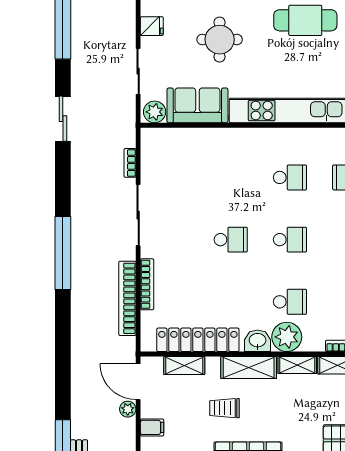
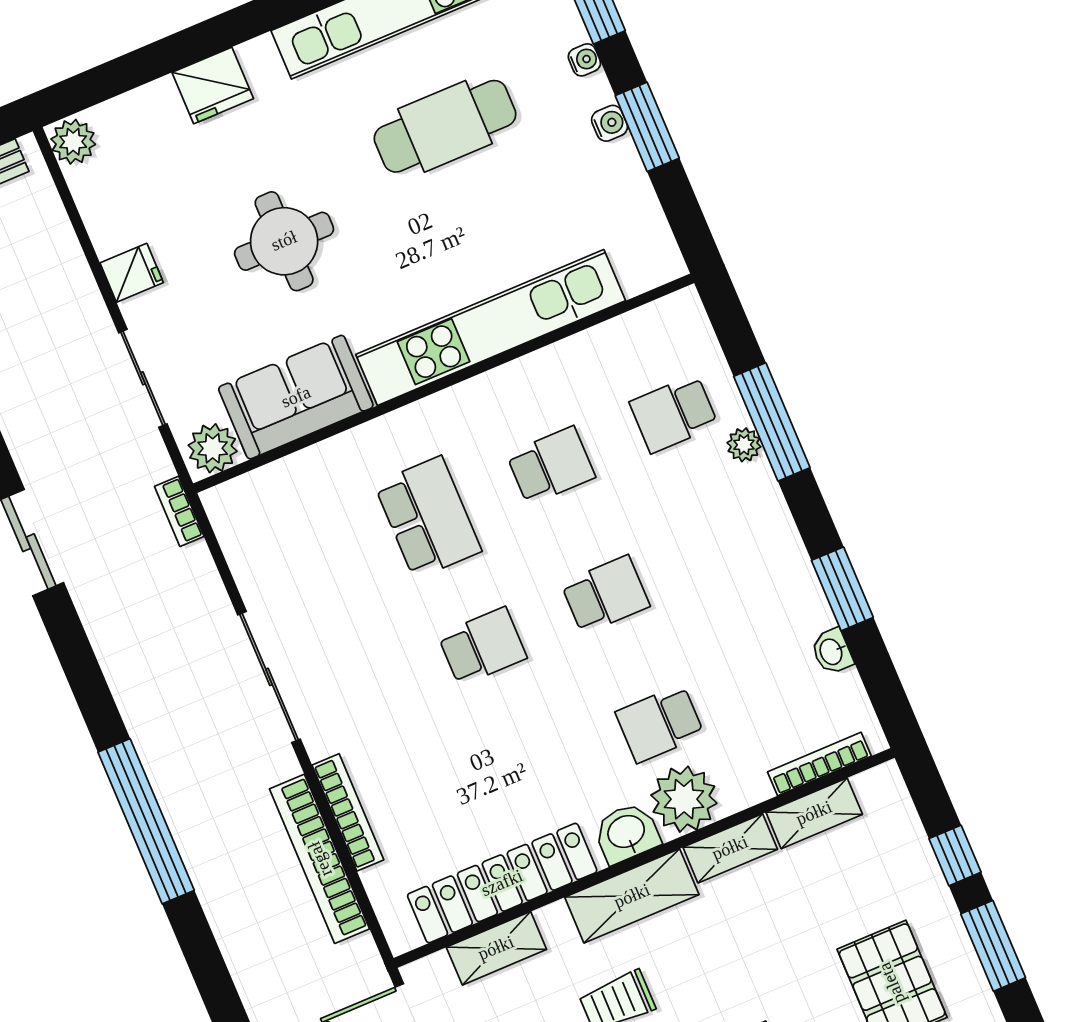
bookcase: (130, 163) -> (179, 511), moved
school desk: (231, 177) -> (428, 518), added
school desk: (290, 302) -> (660, 724), turned 180

